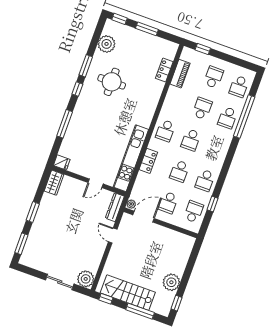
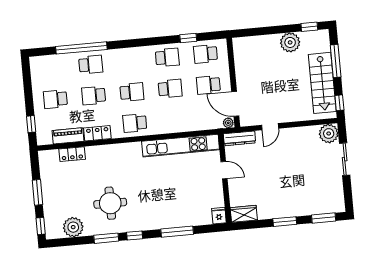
school desk: (239, 86) -> (52, 68), removed
school desk: (165, 131) -> (135, 123), turned 180
locker: (148, 161) -> (97, 133), moved
school desk: (168, 202) -> (208, 85), turned 180

